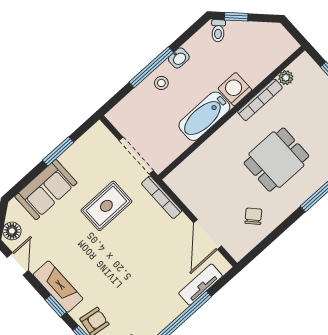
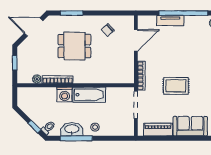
washbasin: (179, 58) -> (72, 129), width x1.91, depth x1.45
window: (151, 67) -> (76, 138), moved
piano: (82, 150) -> (158, 130), added
window: (58, 151) -> (169, 138), removed
rug: (106, 206) -> (176, 86), moved
tv unit: (201, 285) -> (170, 21), moved

